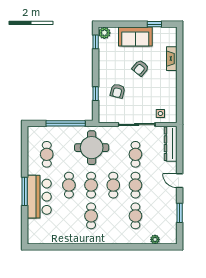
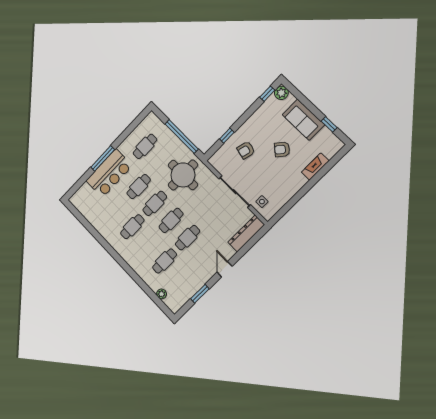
cafe table: (135, 154) -> (211, 214), removed

